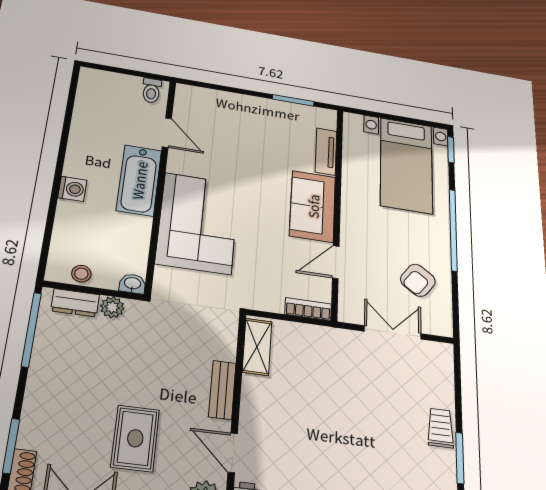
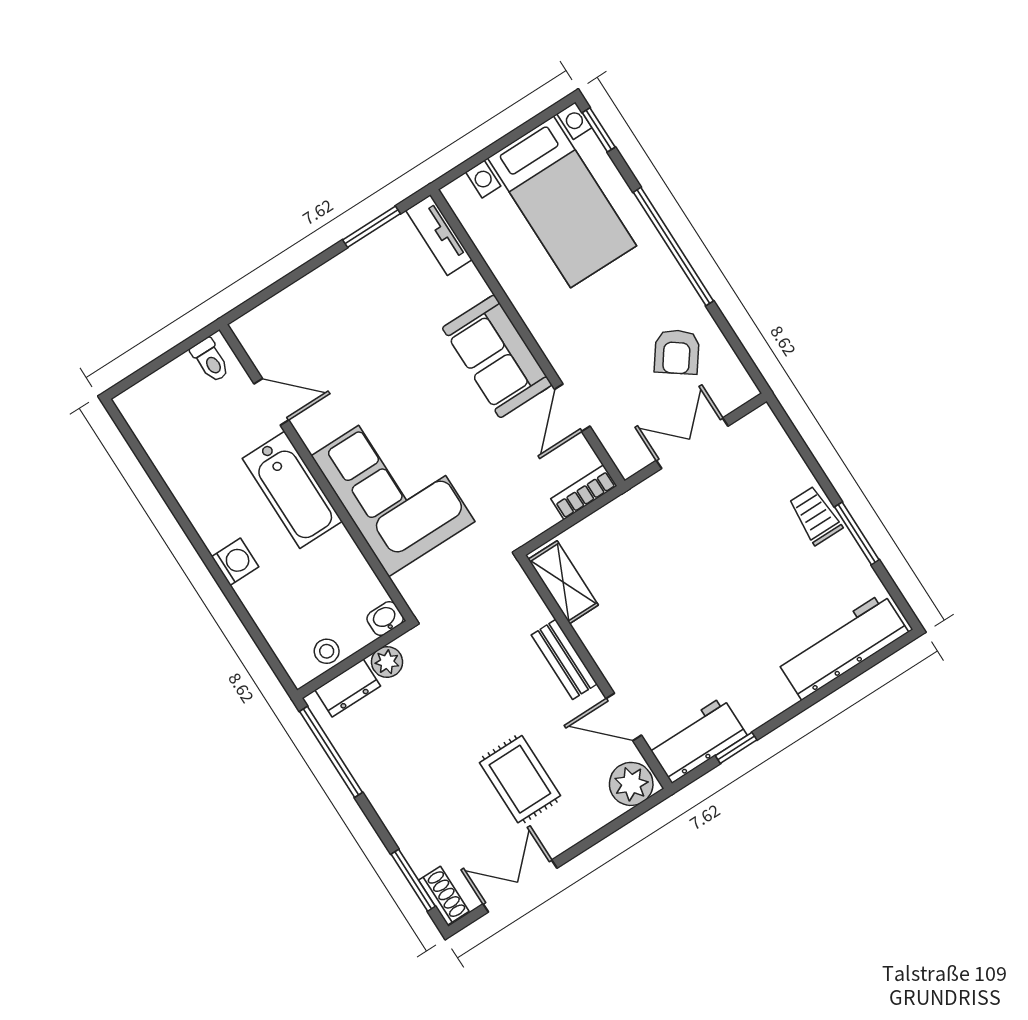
tv unit: (326, 152) -> (439, 235), moved

